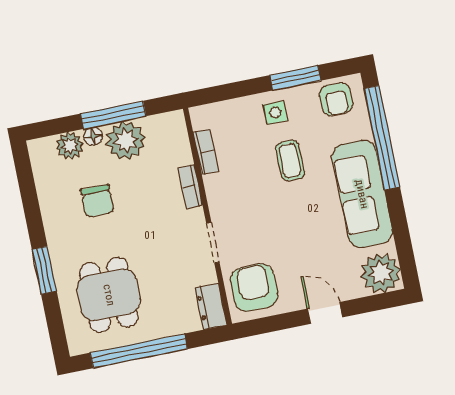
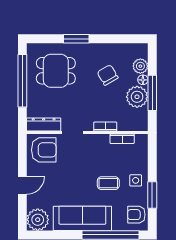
chair: (97, 201) -> (108, 75), turned 60
dresser: (211, 306) -> (44, 124), width x1.44

